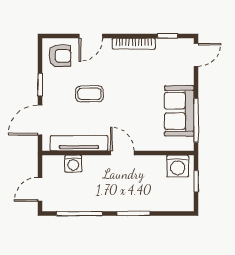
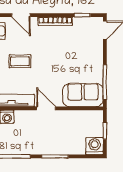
door: (91, 36) -> (21, 15), hinge flipped
sofa: (179, 111) -> (83, 95), moved, turned 90
washing machine: (178, 166) -> (95, 146), moved, turned 180

